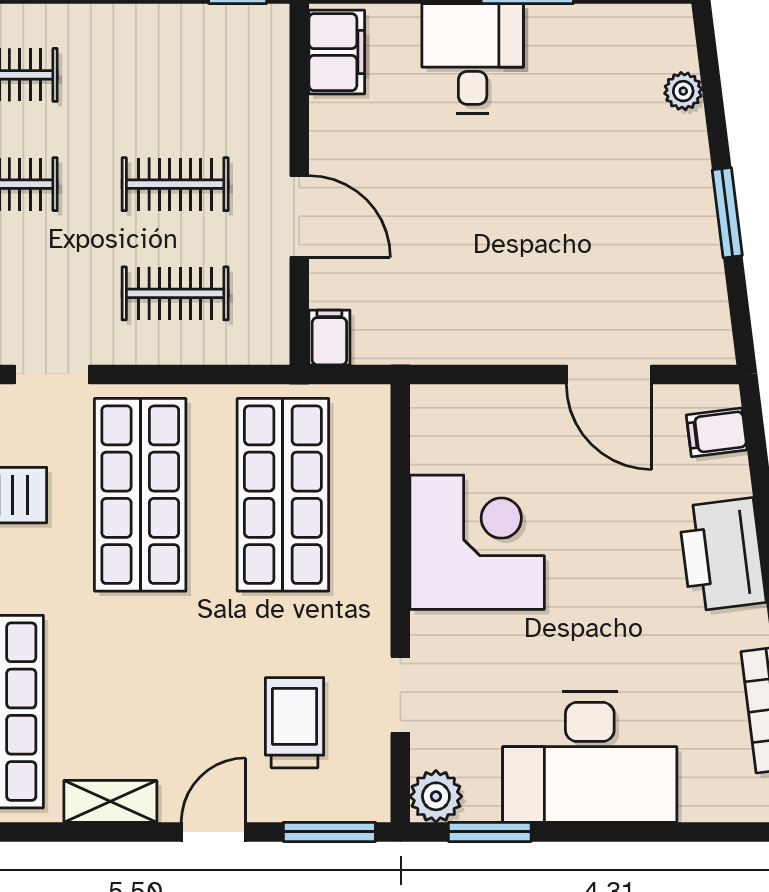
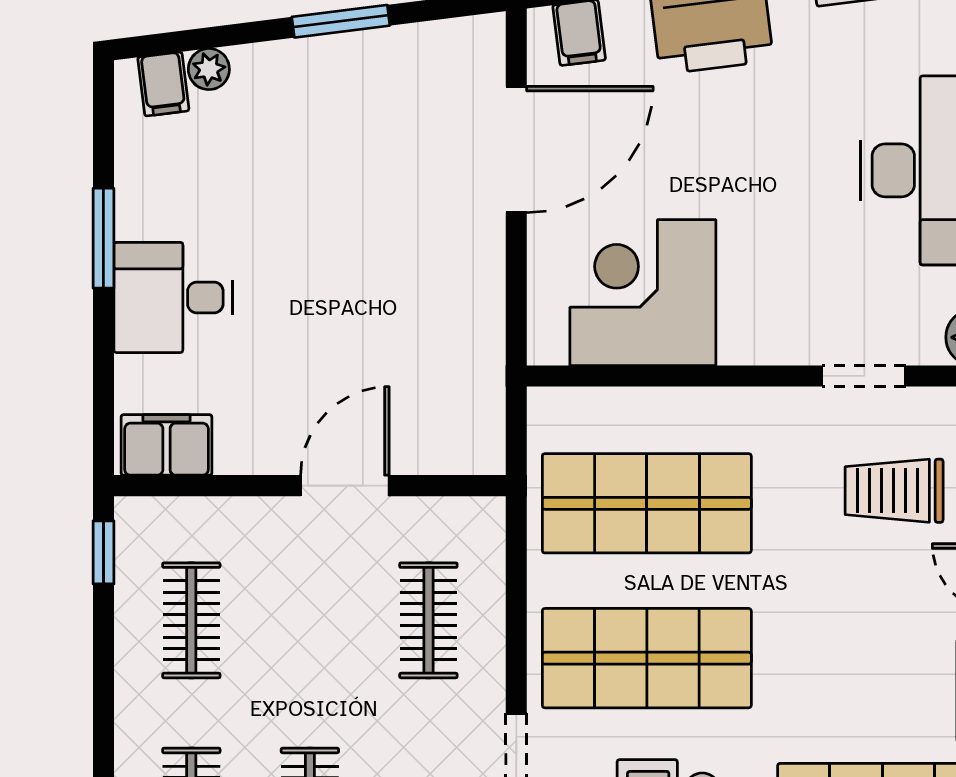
clothes rail: (175, 184) -> (191, 620), moved
filing cabinet: (329, 337) -> (163, 84), moved, turned -97
door: (609, 374) -> (516, 149), width x1.36
corner desk: (477, 542) -> (643, 293), moved

